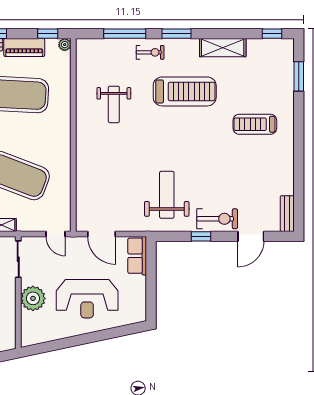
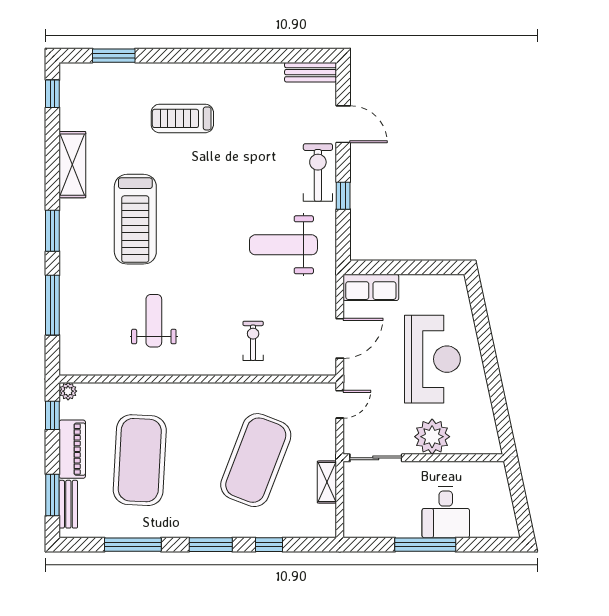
exercise bike: (150, 52) -> (253, 341), moved
treadmill: (185, 91) -> (135, 219), turned 180
weight bench: (114, 104) -> (154, 321), turned -90
treadmill: (255, 124) -> (182, 118), turned 90

